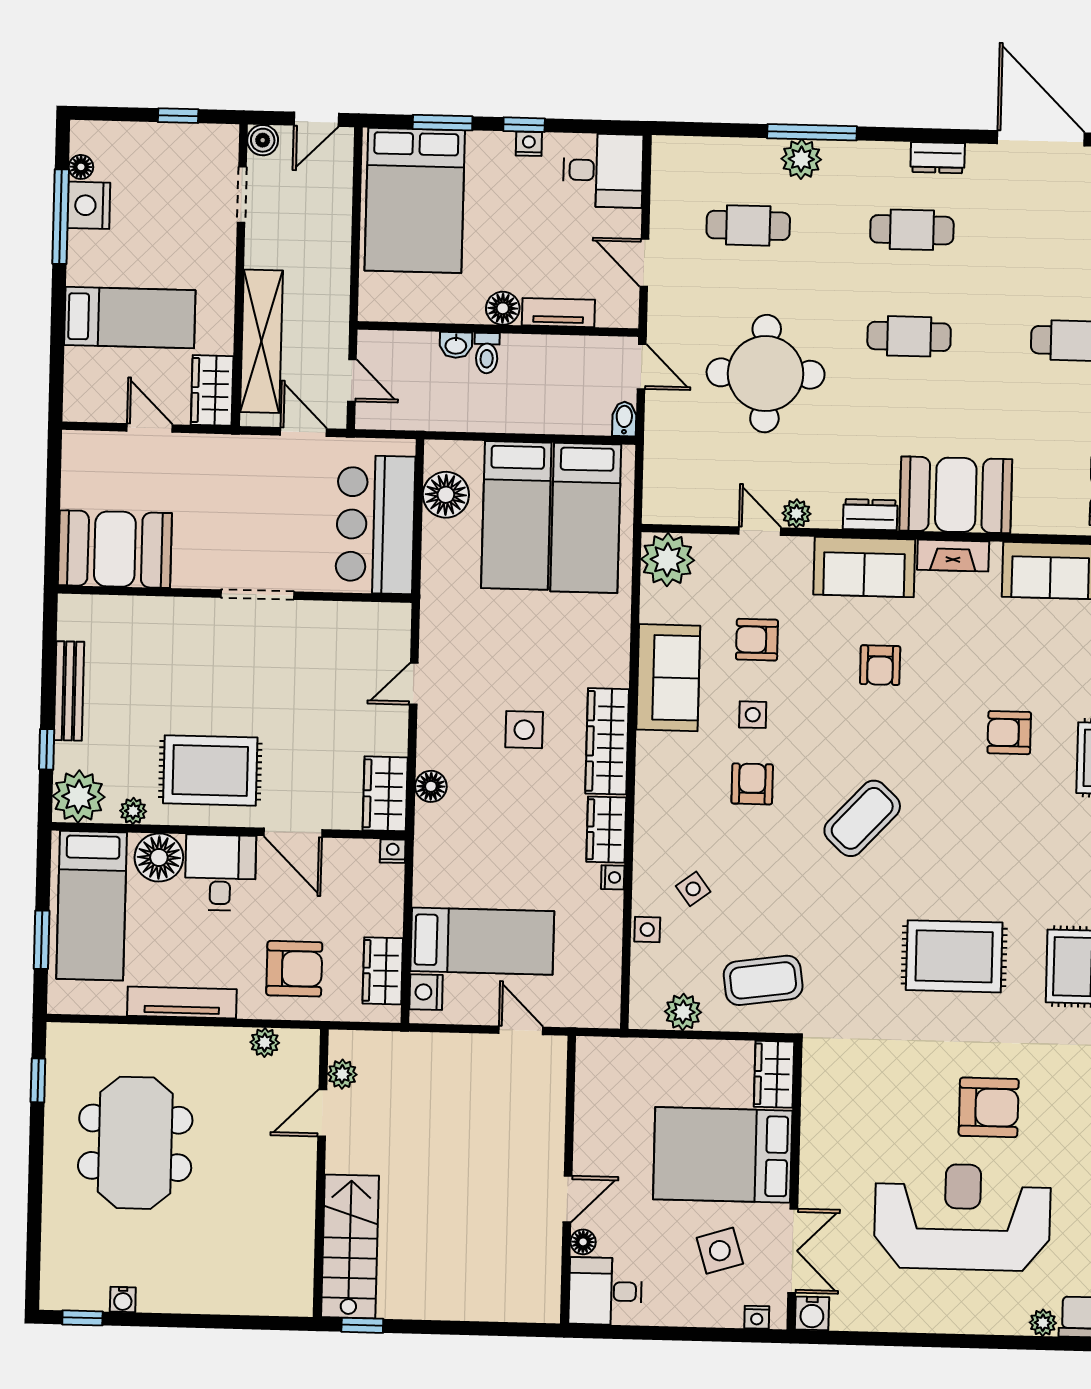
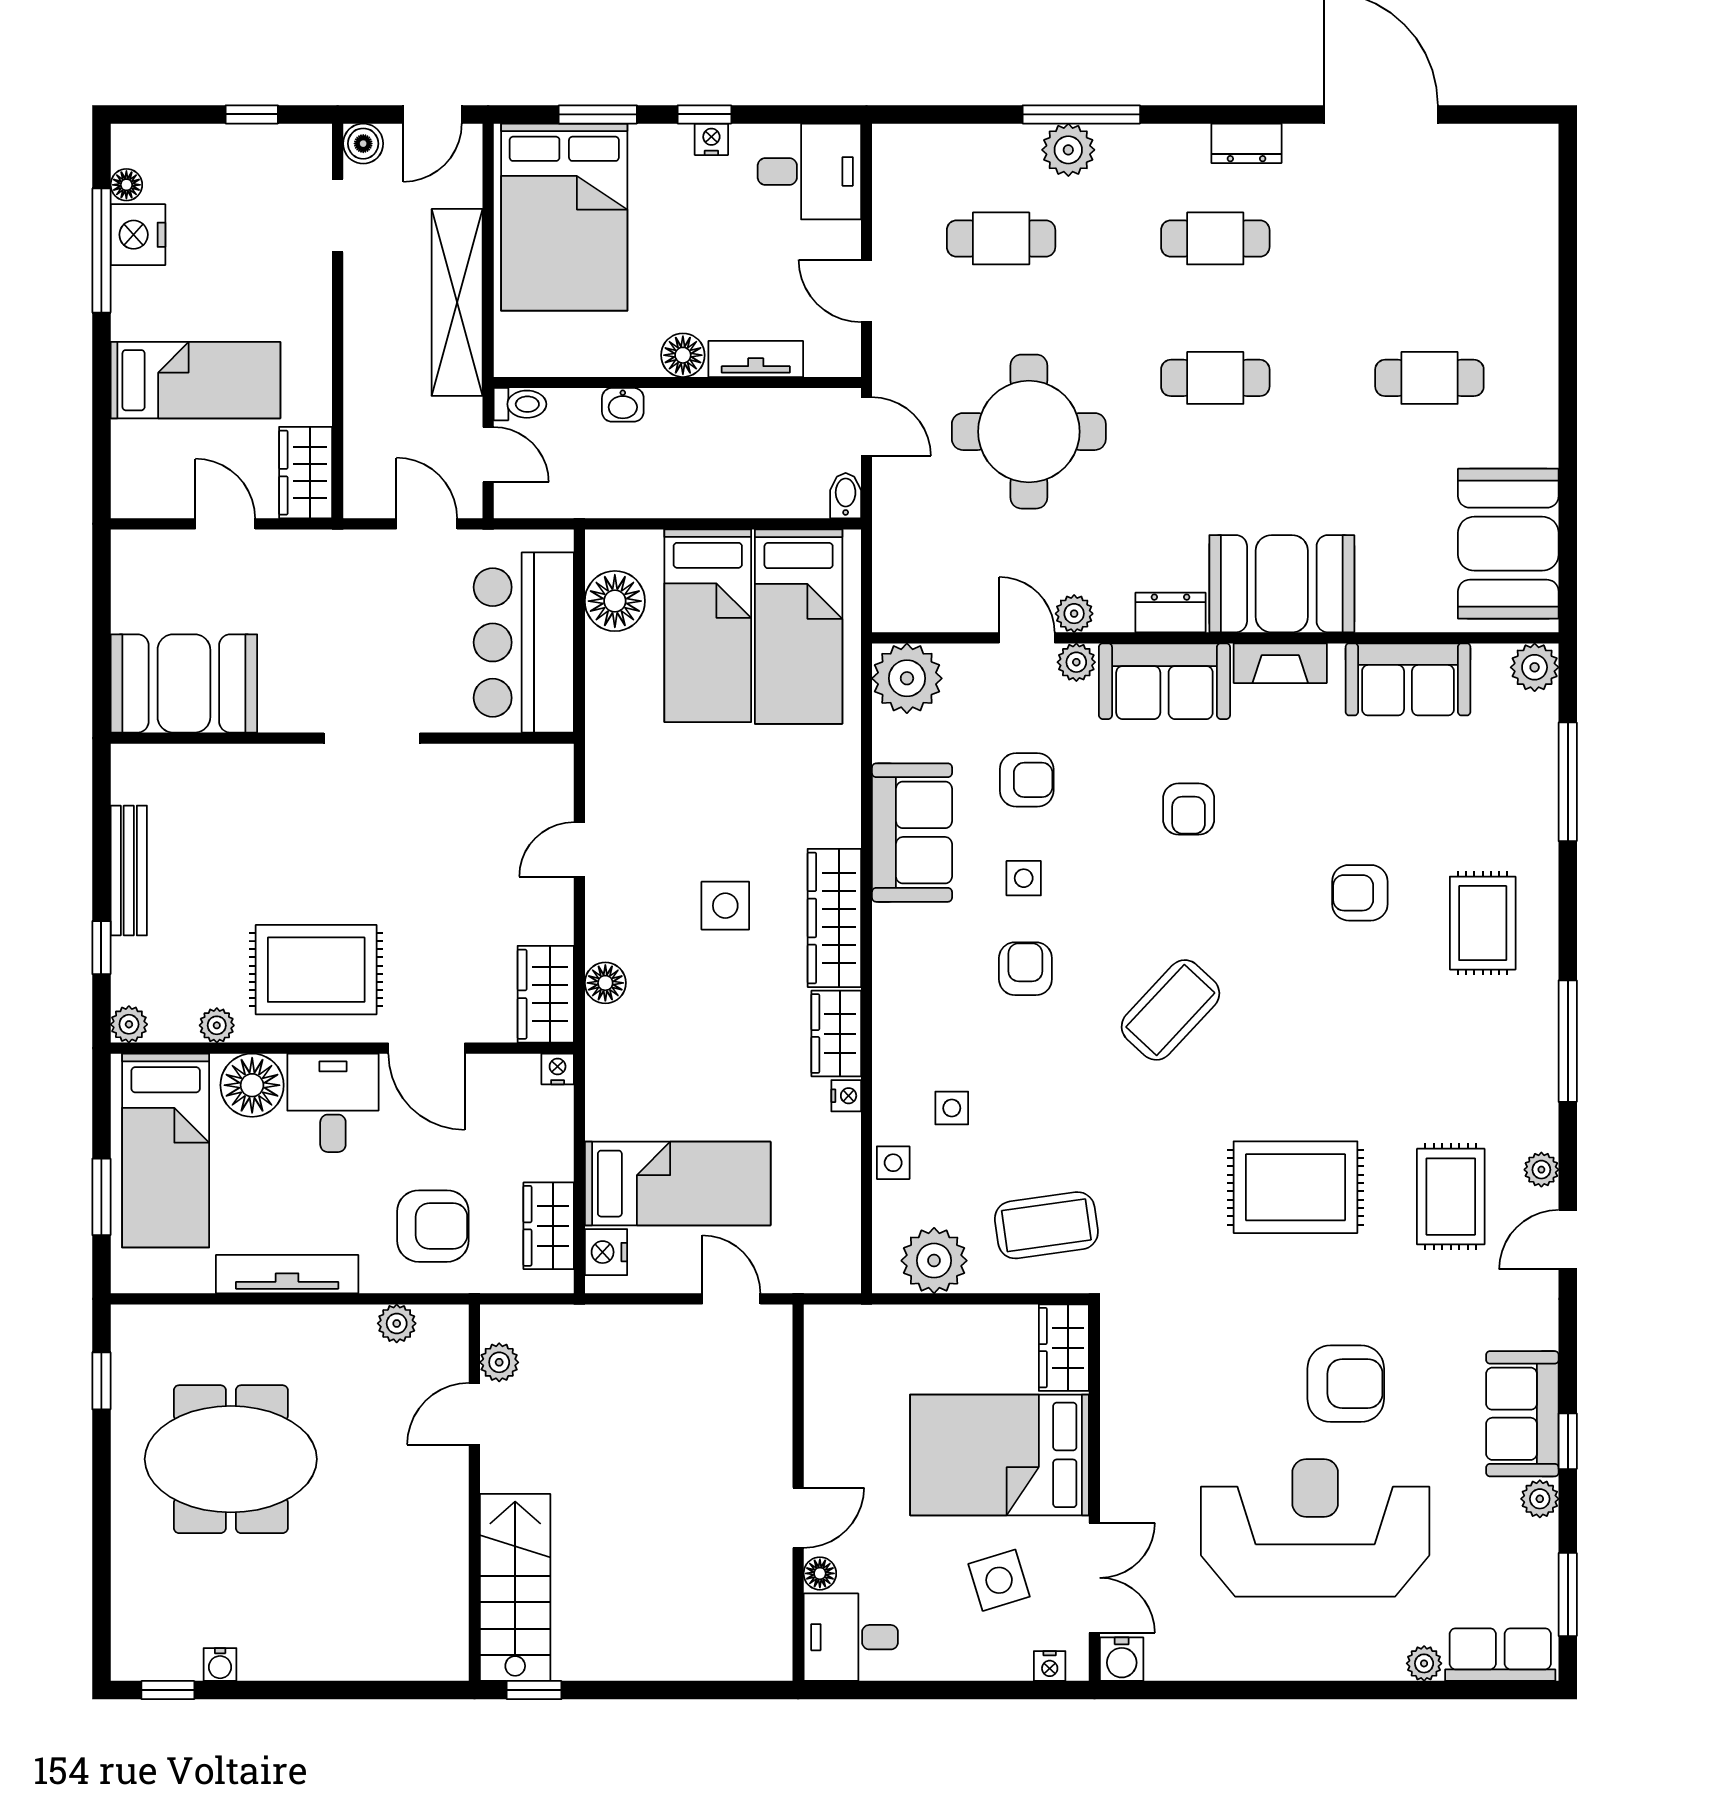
shelving: (262, 341) -> (457, 302), moved
toilet: (487, 353) -> (520, 404), moved, turned -90
plant: (797, 551) -> (1076, 662), added
armchair: (757, 640) -> (1027, 780), turned 180
plant: (79, 797) -> (129, 1024), width x0.53, depth x0.53
side table: (693, 889) -> (952, 1108), turned 37
plant: (683, 1012) -> (934, 1261), width x1.36, depth x1.36
meeting table: (135, 1143) -> (231, 1459), turned 90

